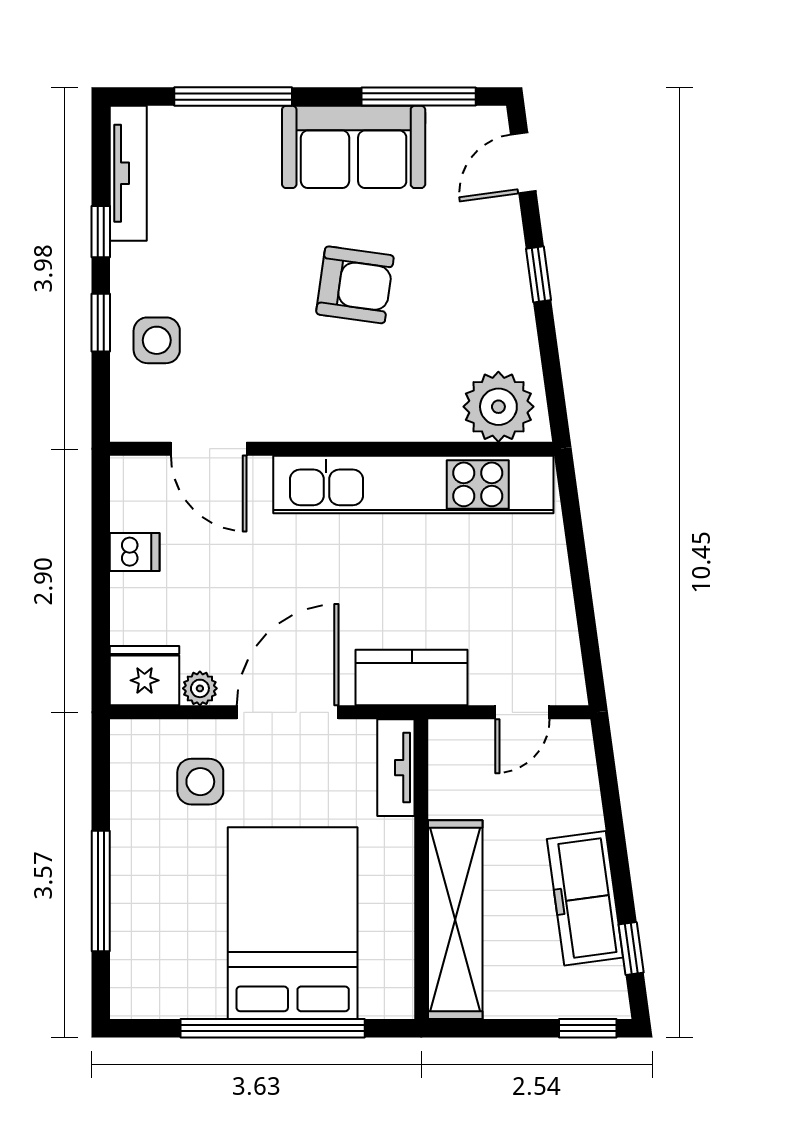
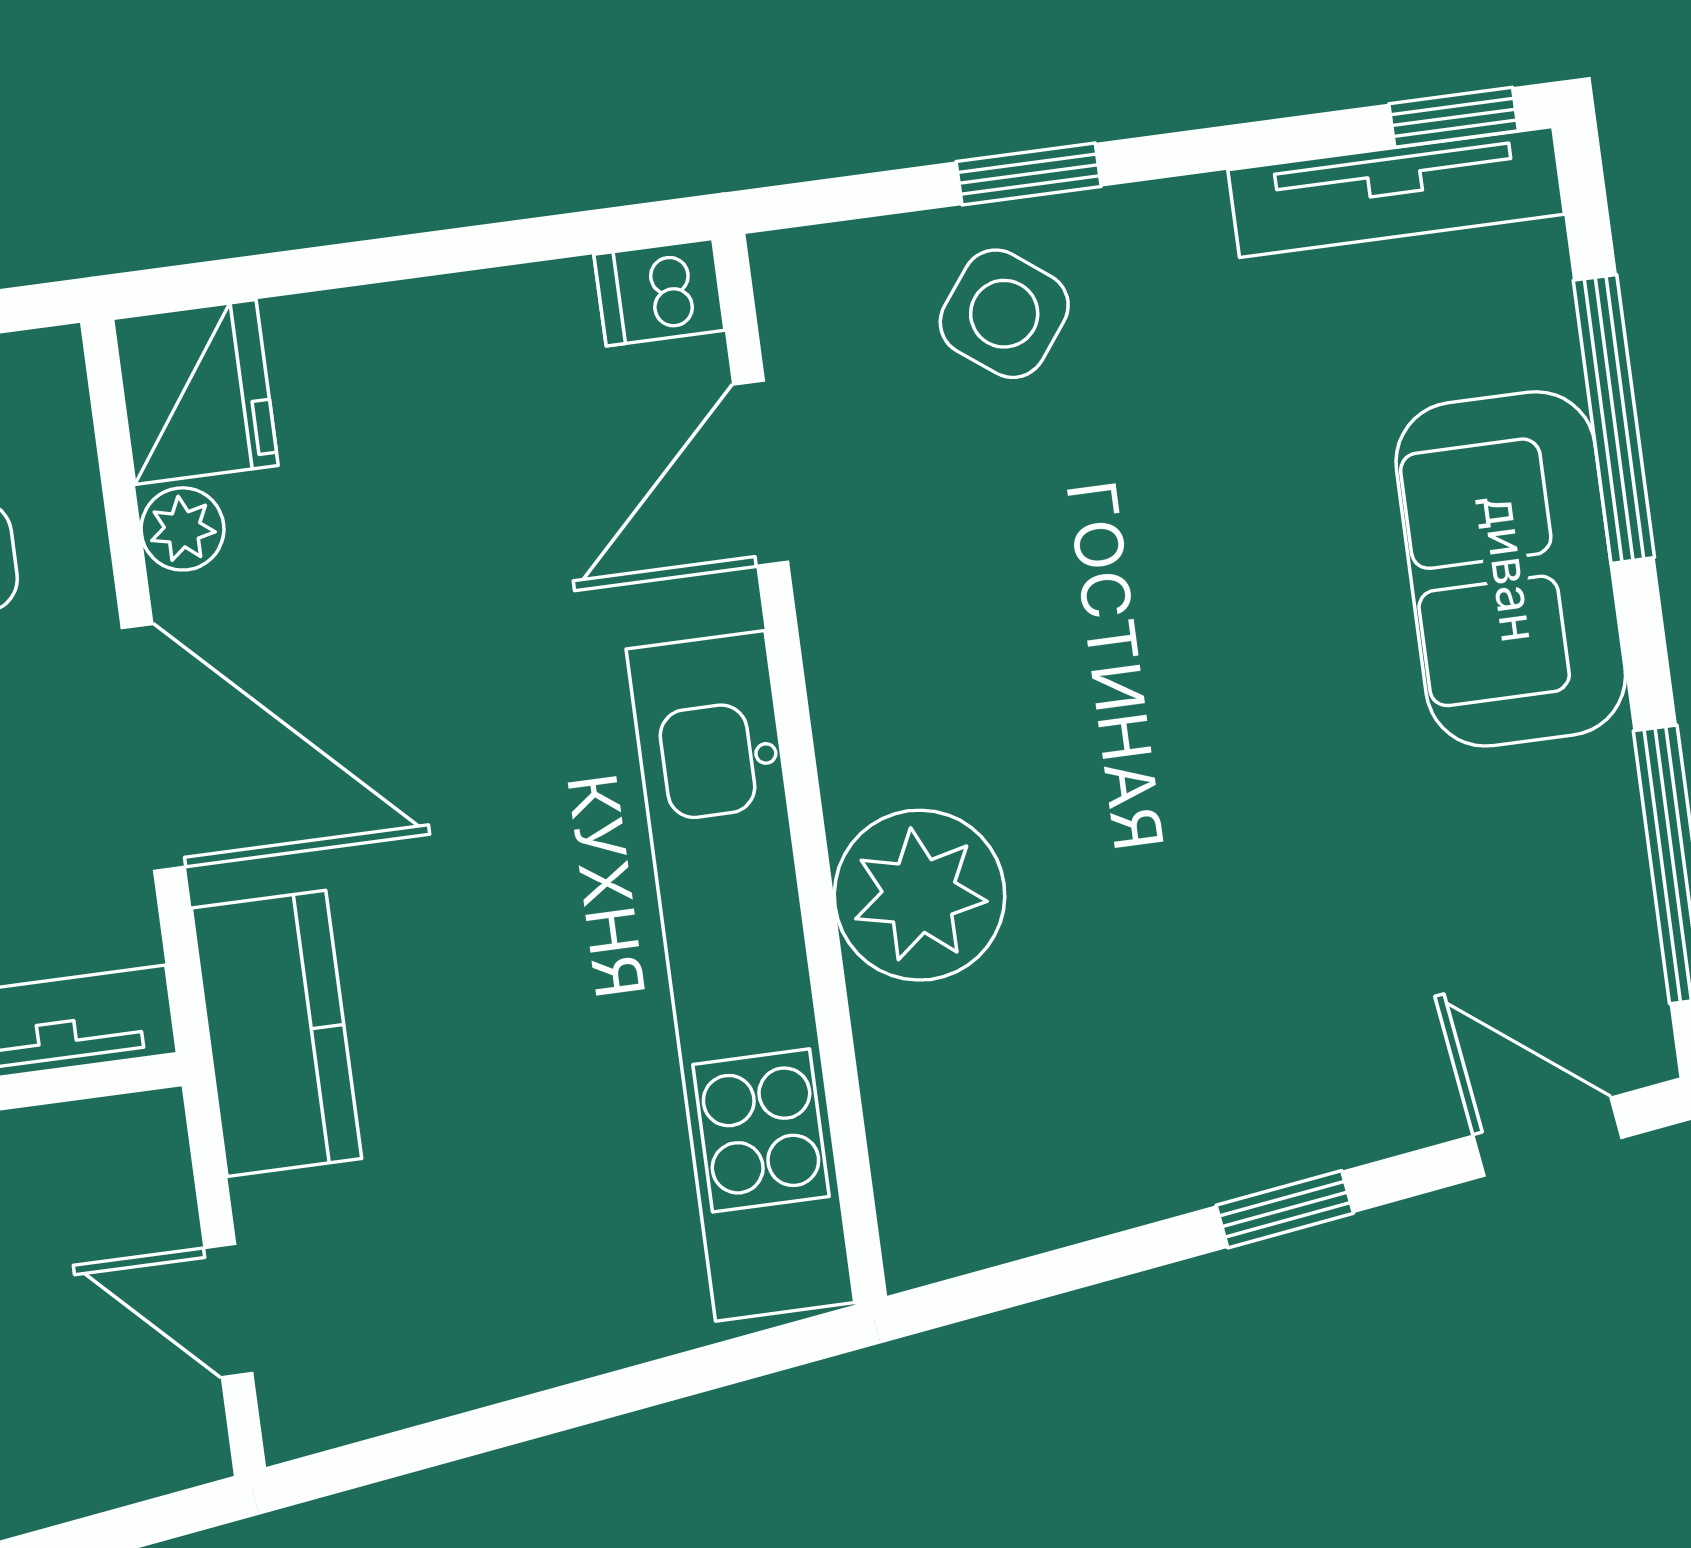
sofa: (354, 147) -> (1511, 569), moved
window: (101, 232) -> (1454, 117), moved
armchair: (355, 285) -> (1201, 772), removed
side table: (157, 340) -> (1004, 314), turned 37
plant: (498, 407) -> (920, 895), moved
dishwasher: (135, 552) -> (659, 292), moved, turned 90

